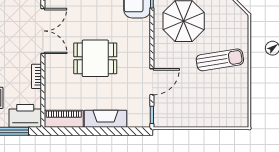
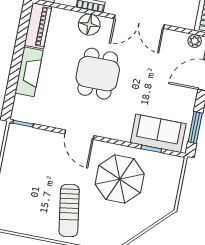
floor lamp: (54, 74) -> (89, 25), added
door: (152, 82) -> (79, 135), moved

